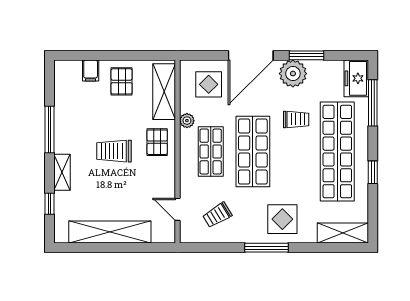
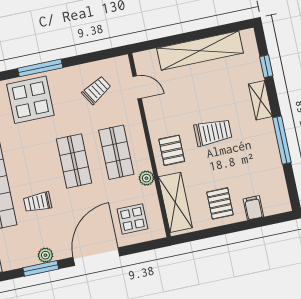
plant: (293, 74) -> (45, 255), width x0.53, depth x0.53
shop shelf: (253, 152) -> (74, 161), width x0.70, depth x0.74
display table: (282, 219) -> (30, 100), width x1.36, depth x1.36

